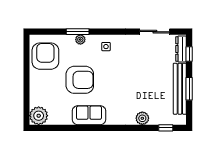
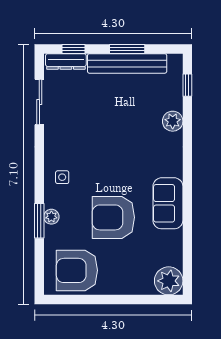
armchair: (80, 80) -> (113, 217), turned -90

